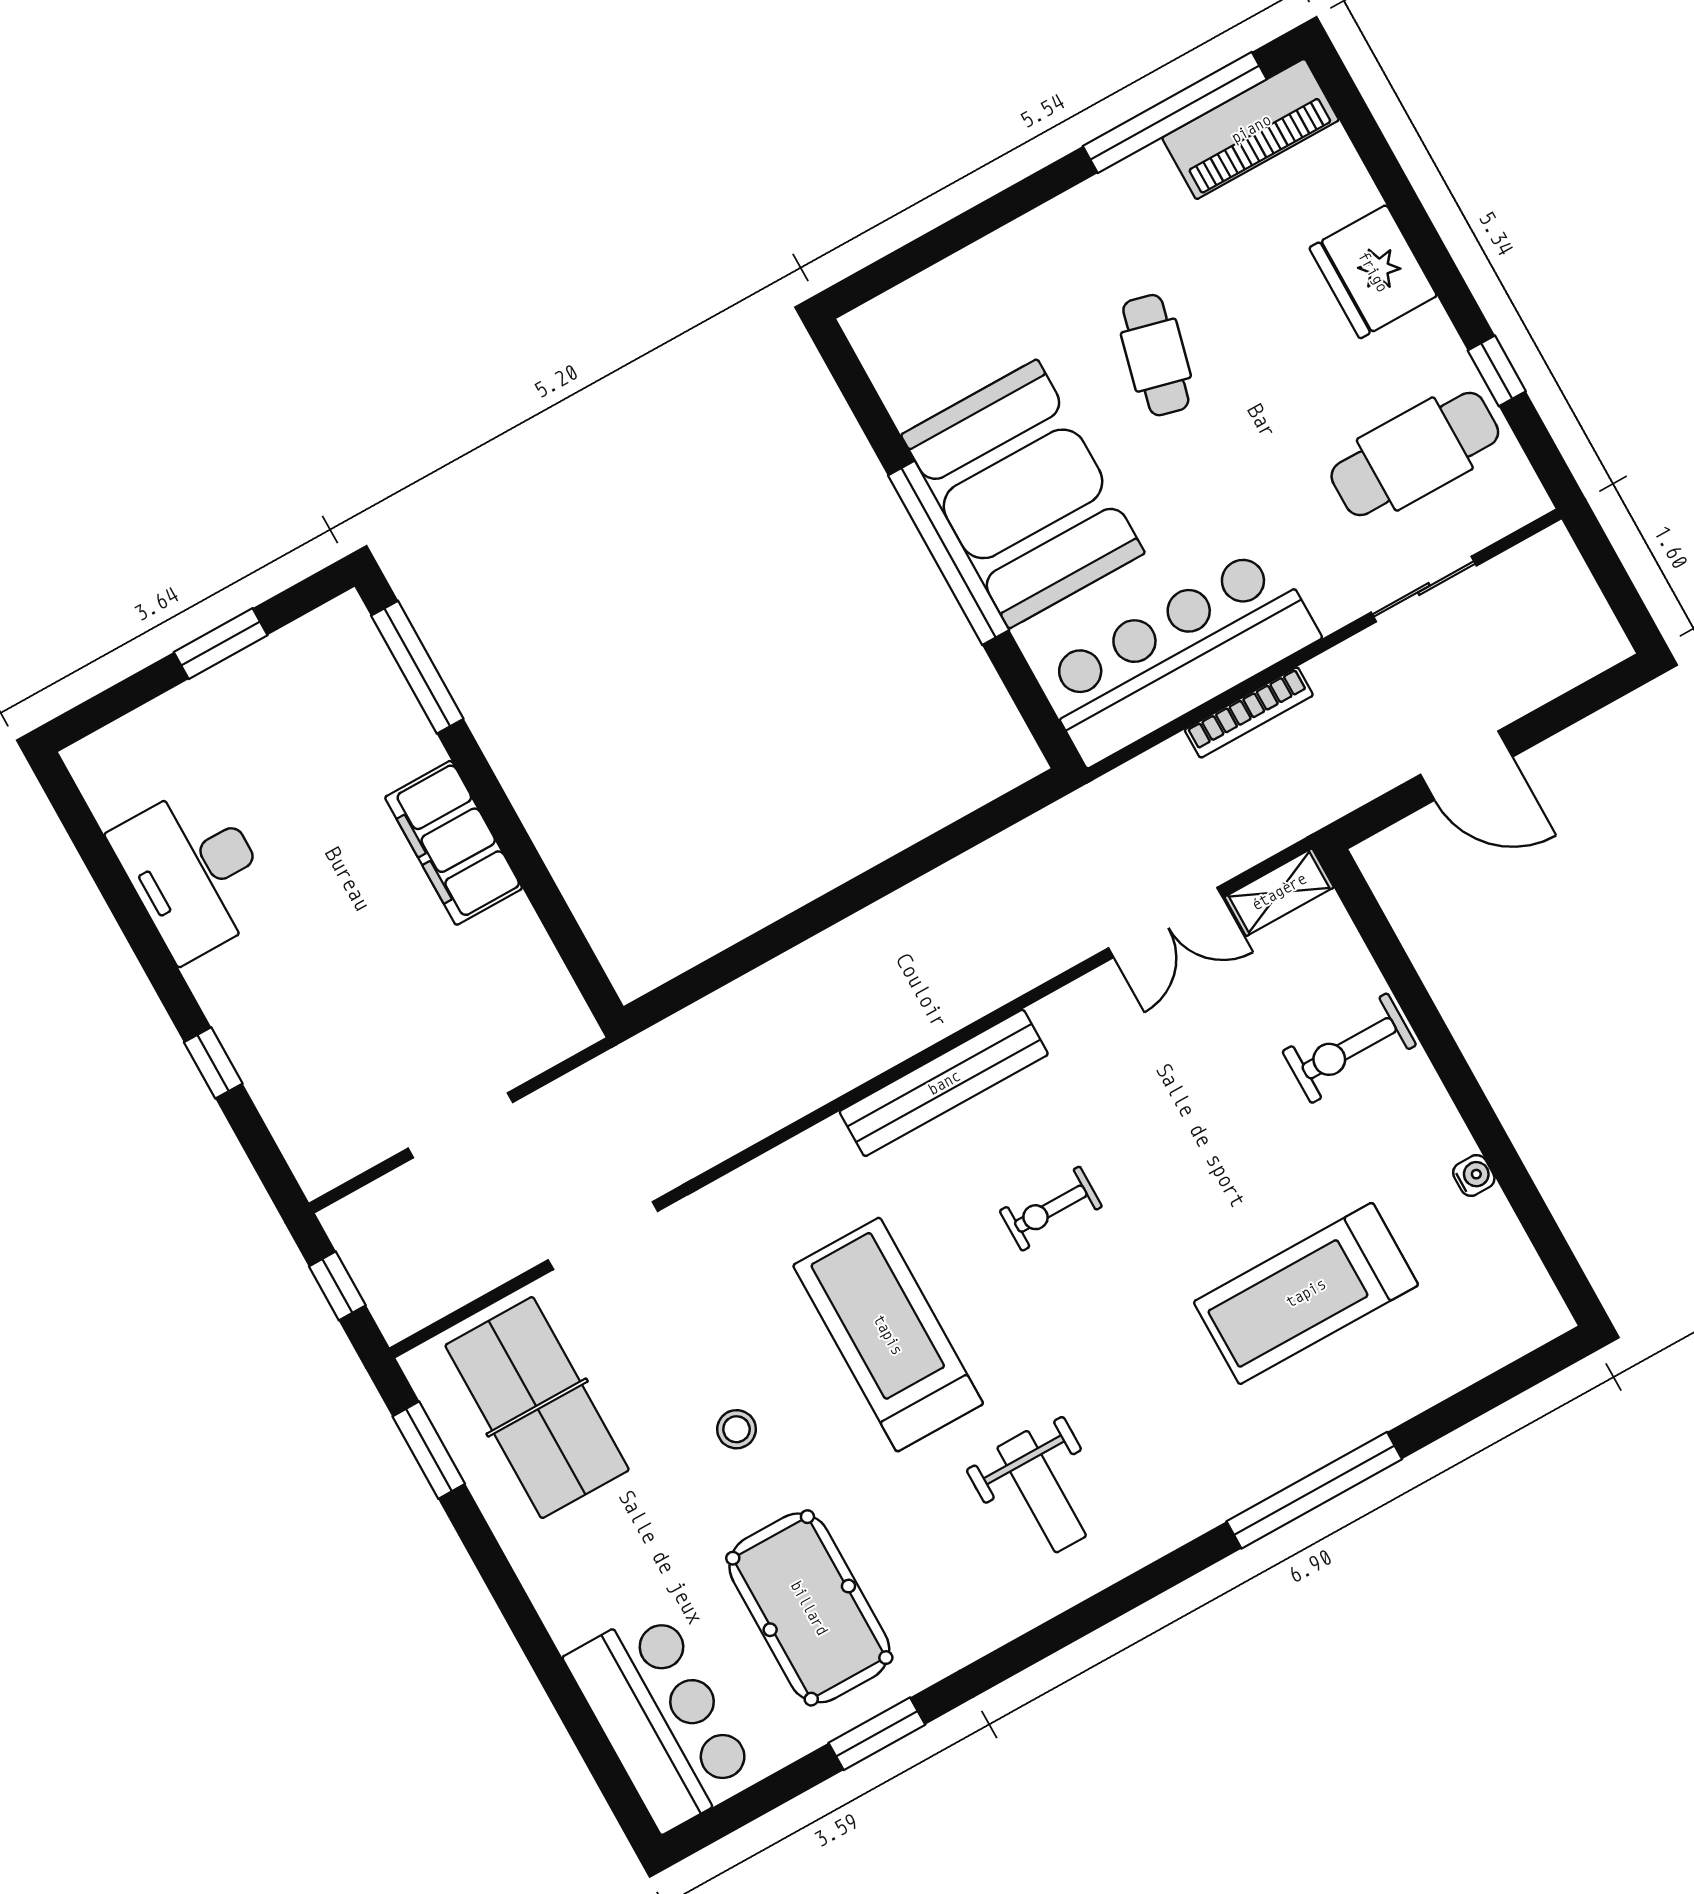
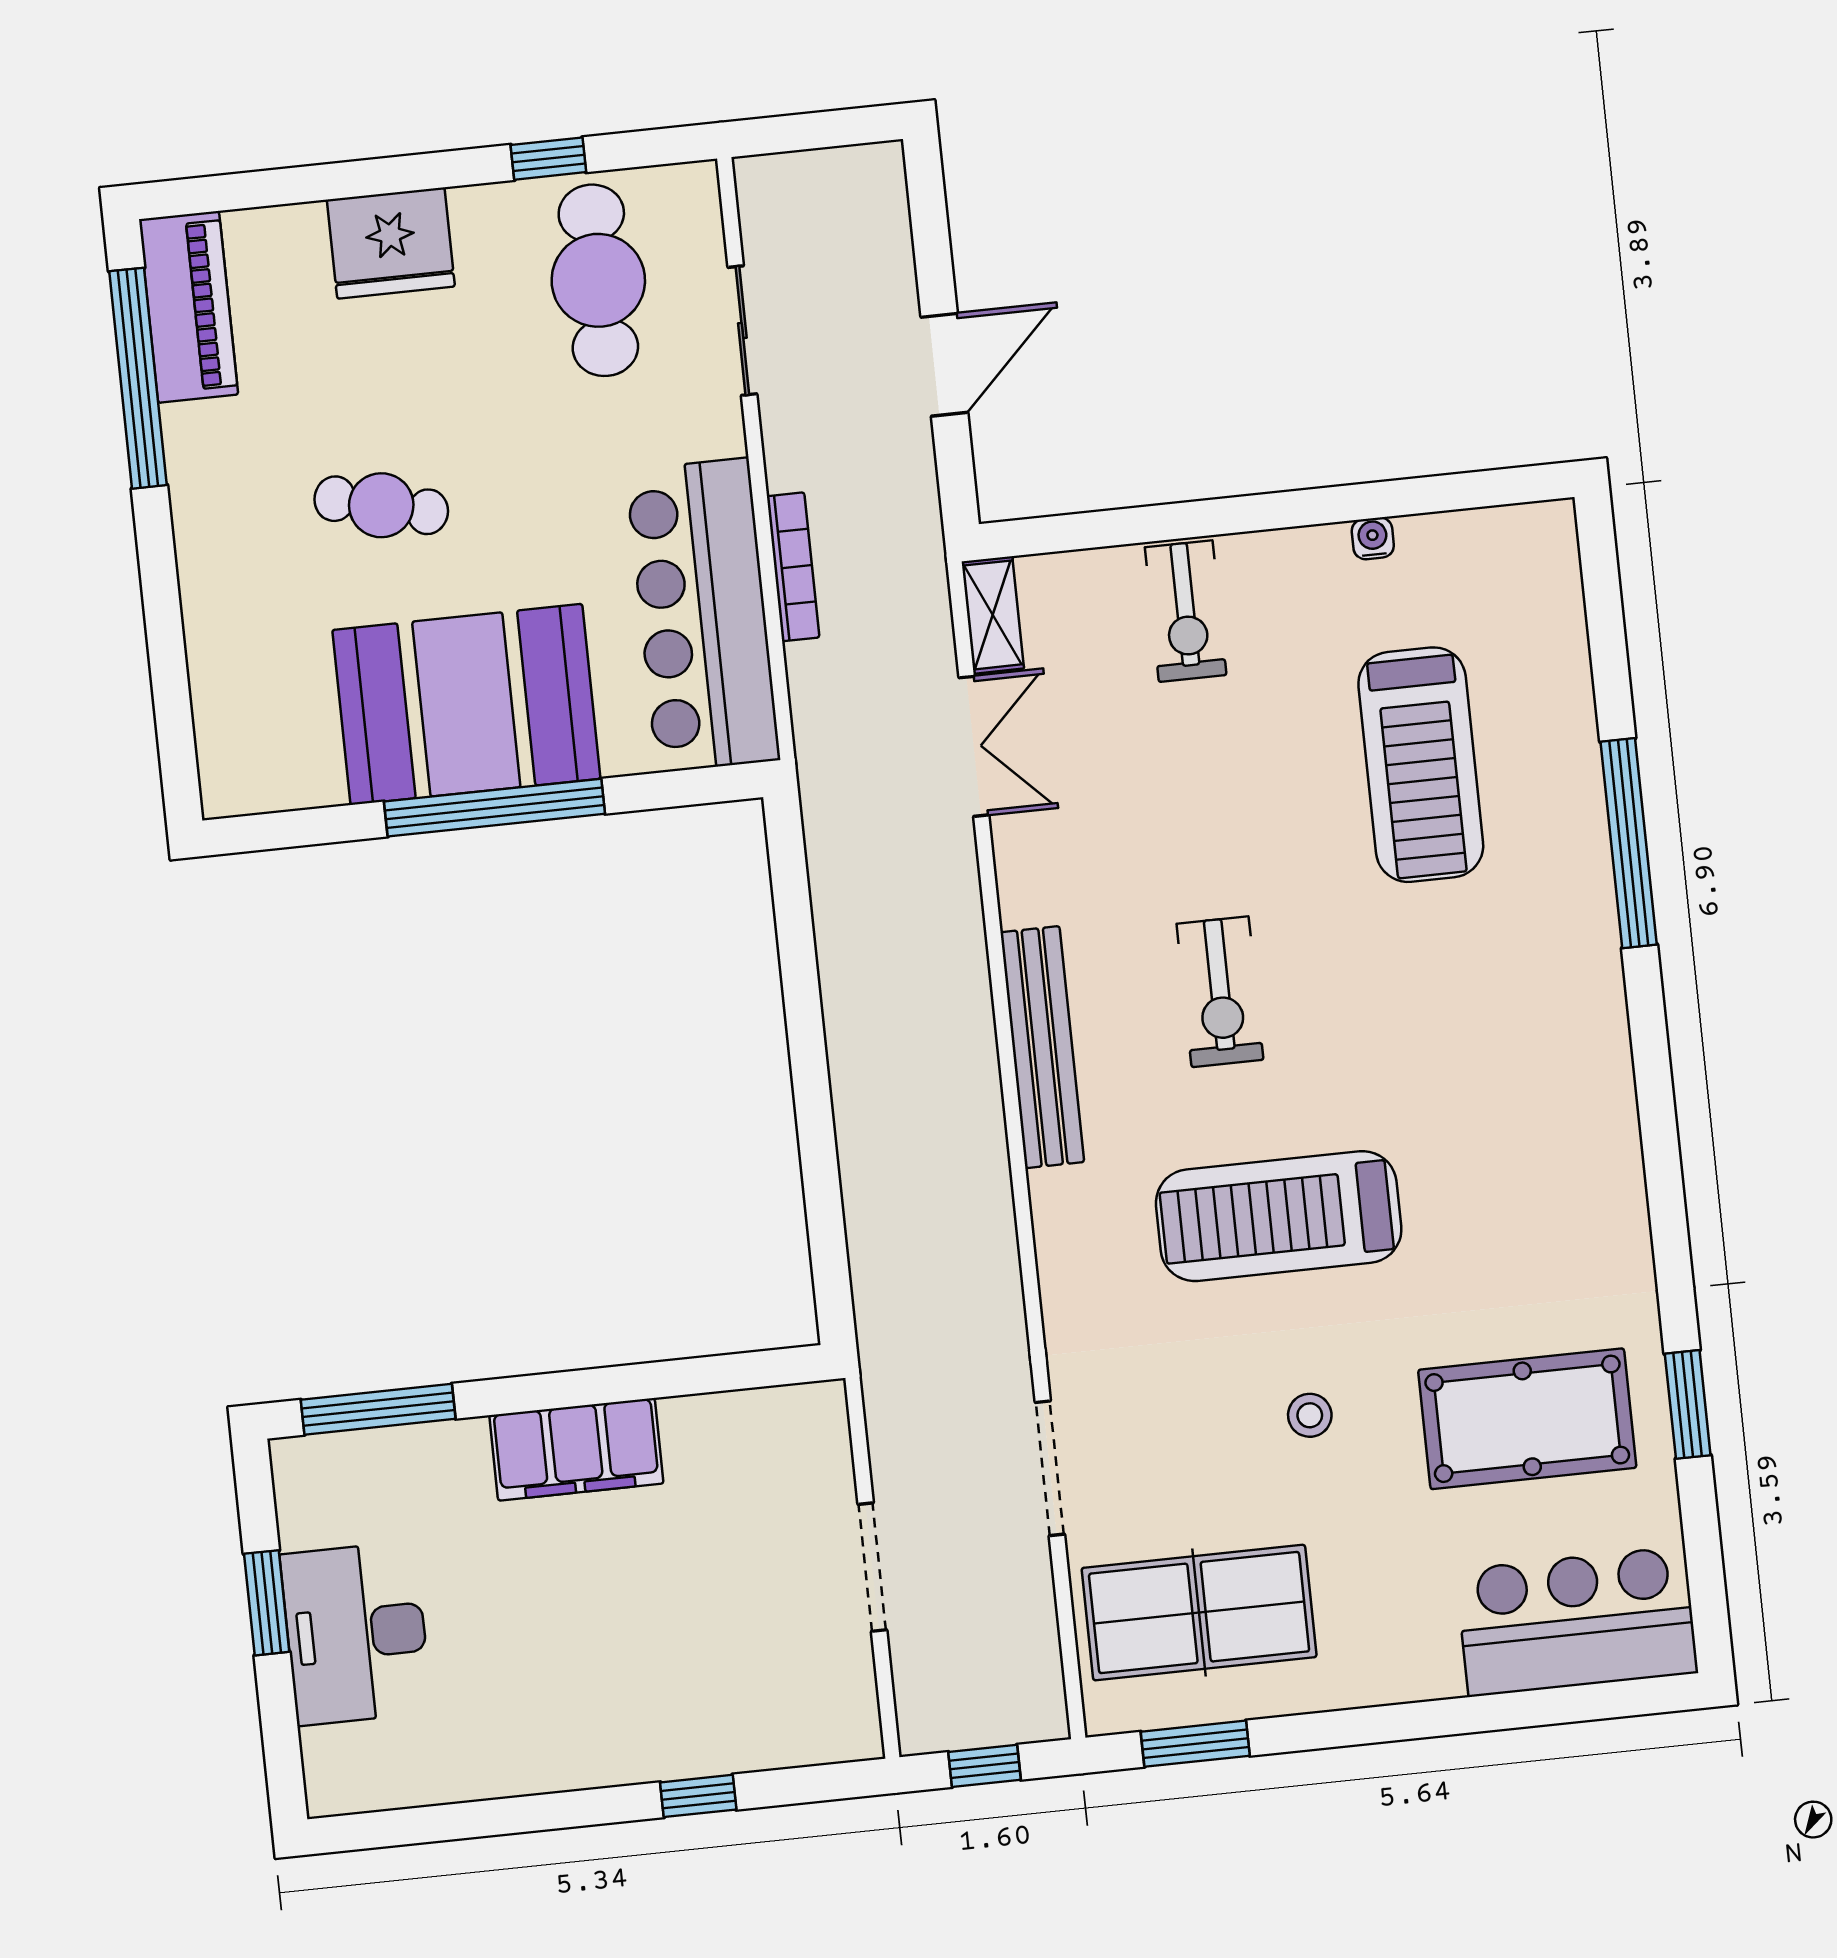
desk: (194, 872) -> (356, 1633), moved, turned 90
exercise bike: (1051, 1209) -> (1220, 992), width x1.38, depth x1.39
weight bench: (1042, 1492) -> (1510, 1126), removed

